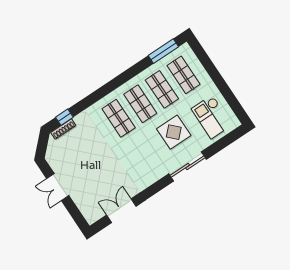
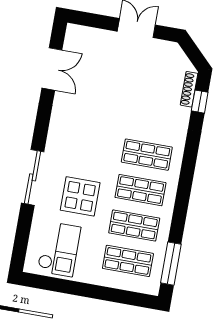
checkout: (212, 117) -> (59, 249), turned 90

